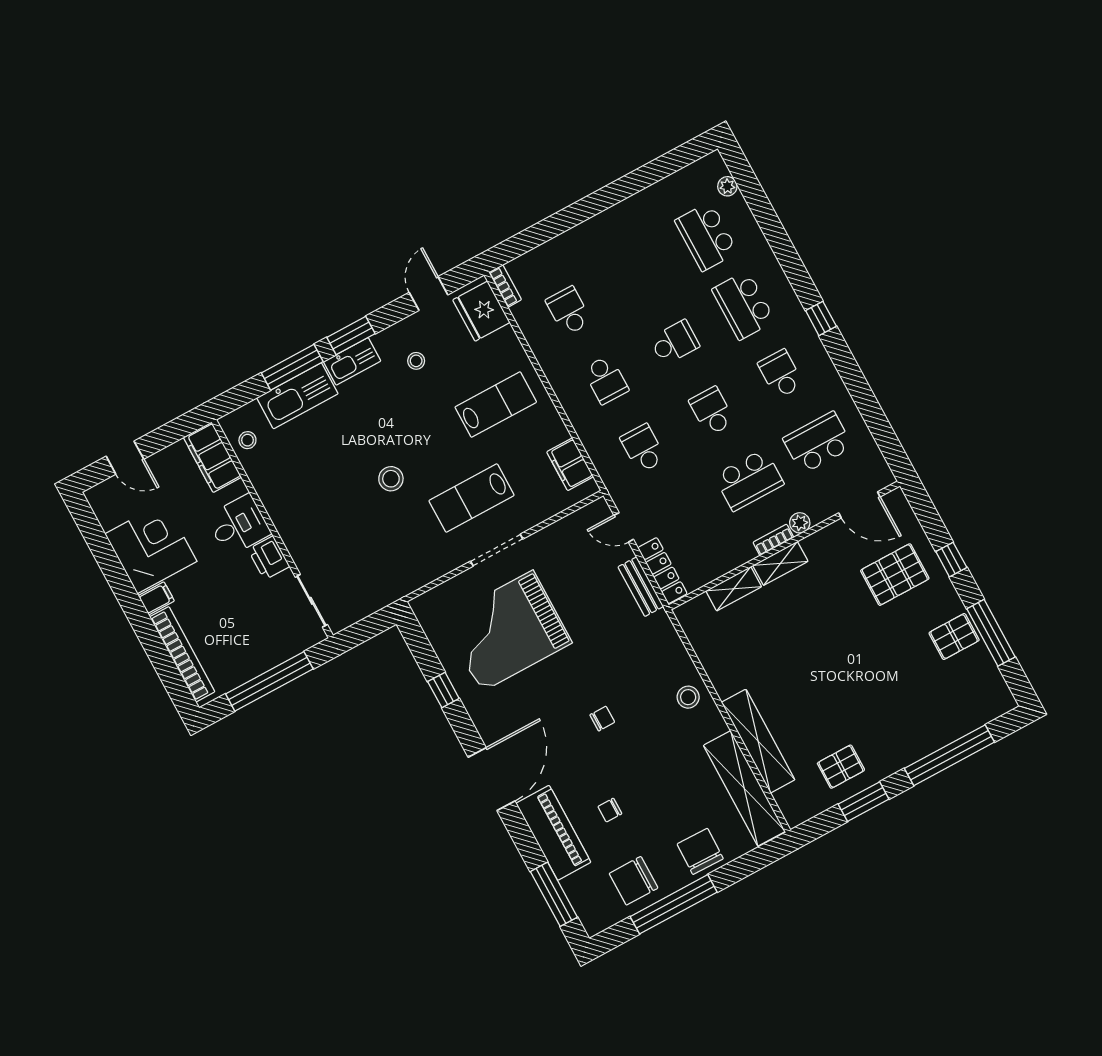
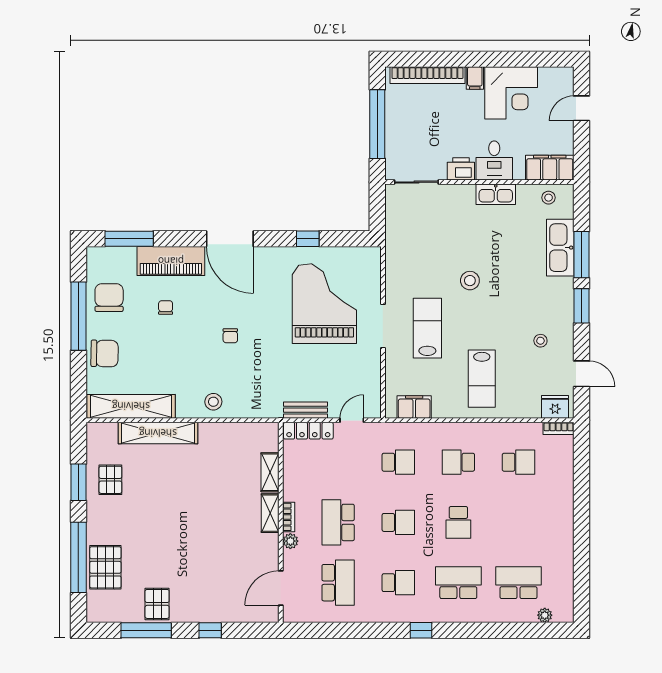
fridge: (481, 311) -> (555, 407), width x0.73, depth x0.75
kitchen sink: (352, 361) -> (496, 194), moved, turned -90
pallet: (895, 575) -> (105, 567), moved

